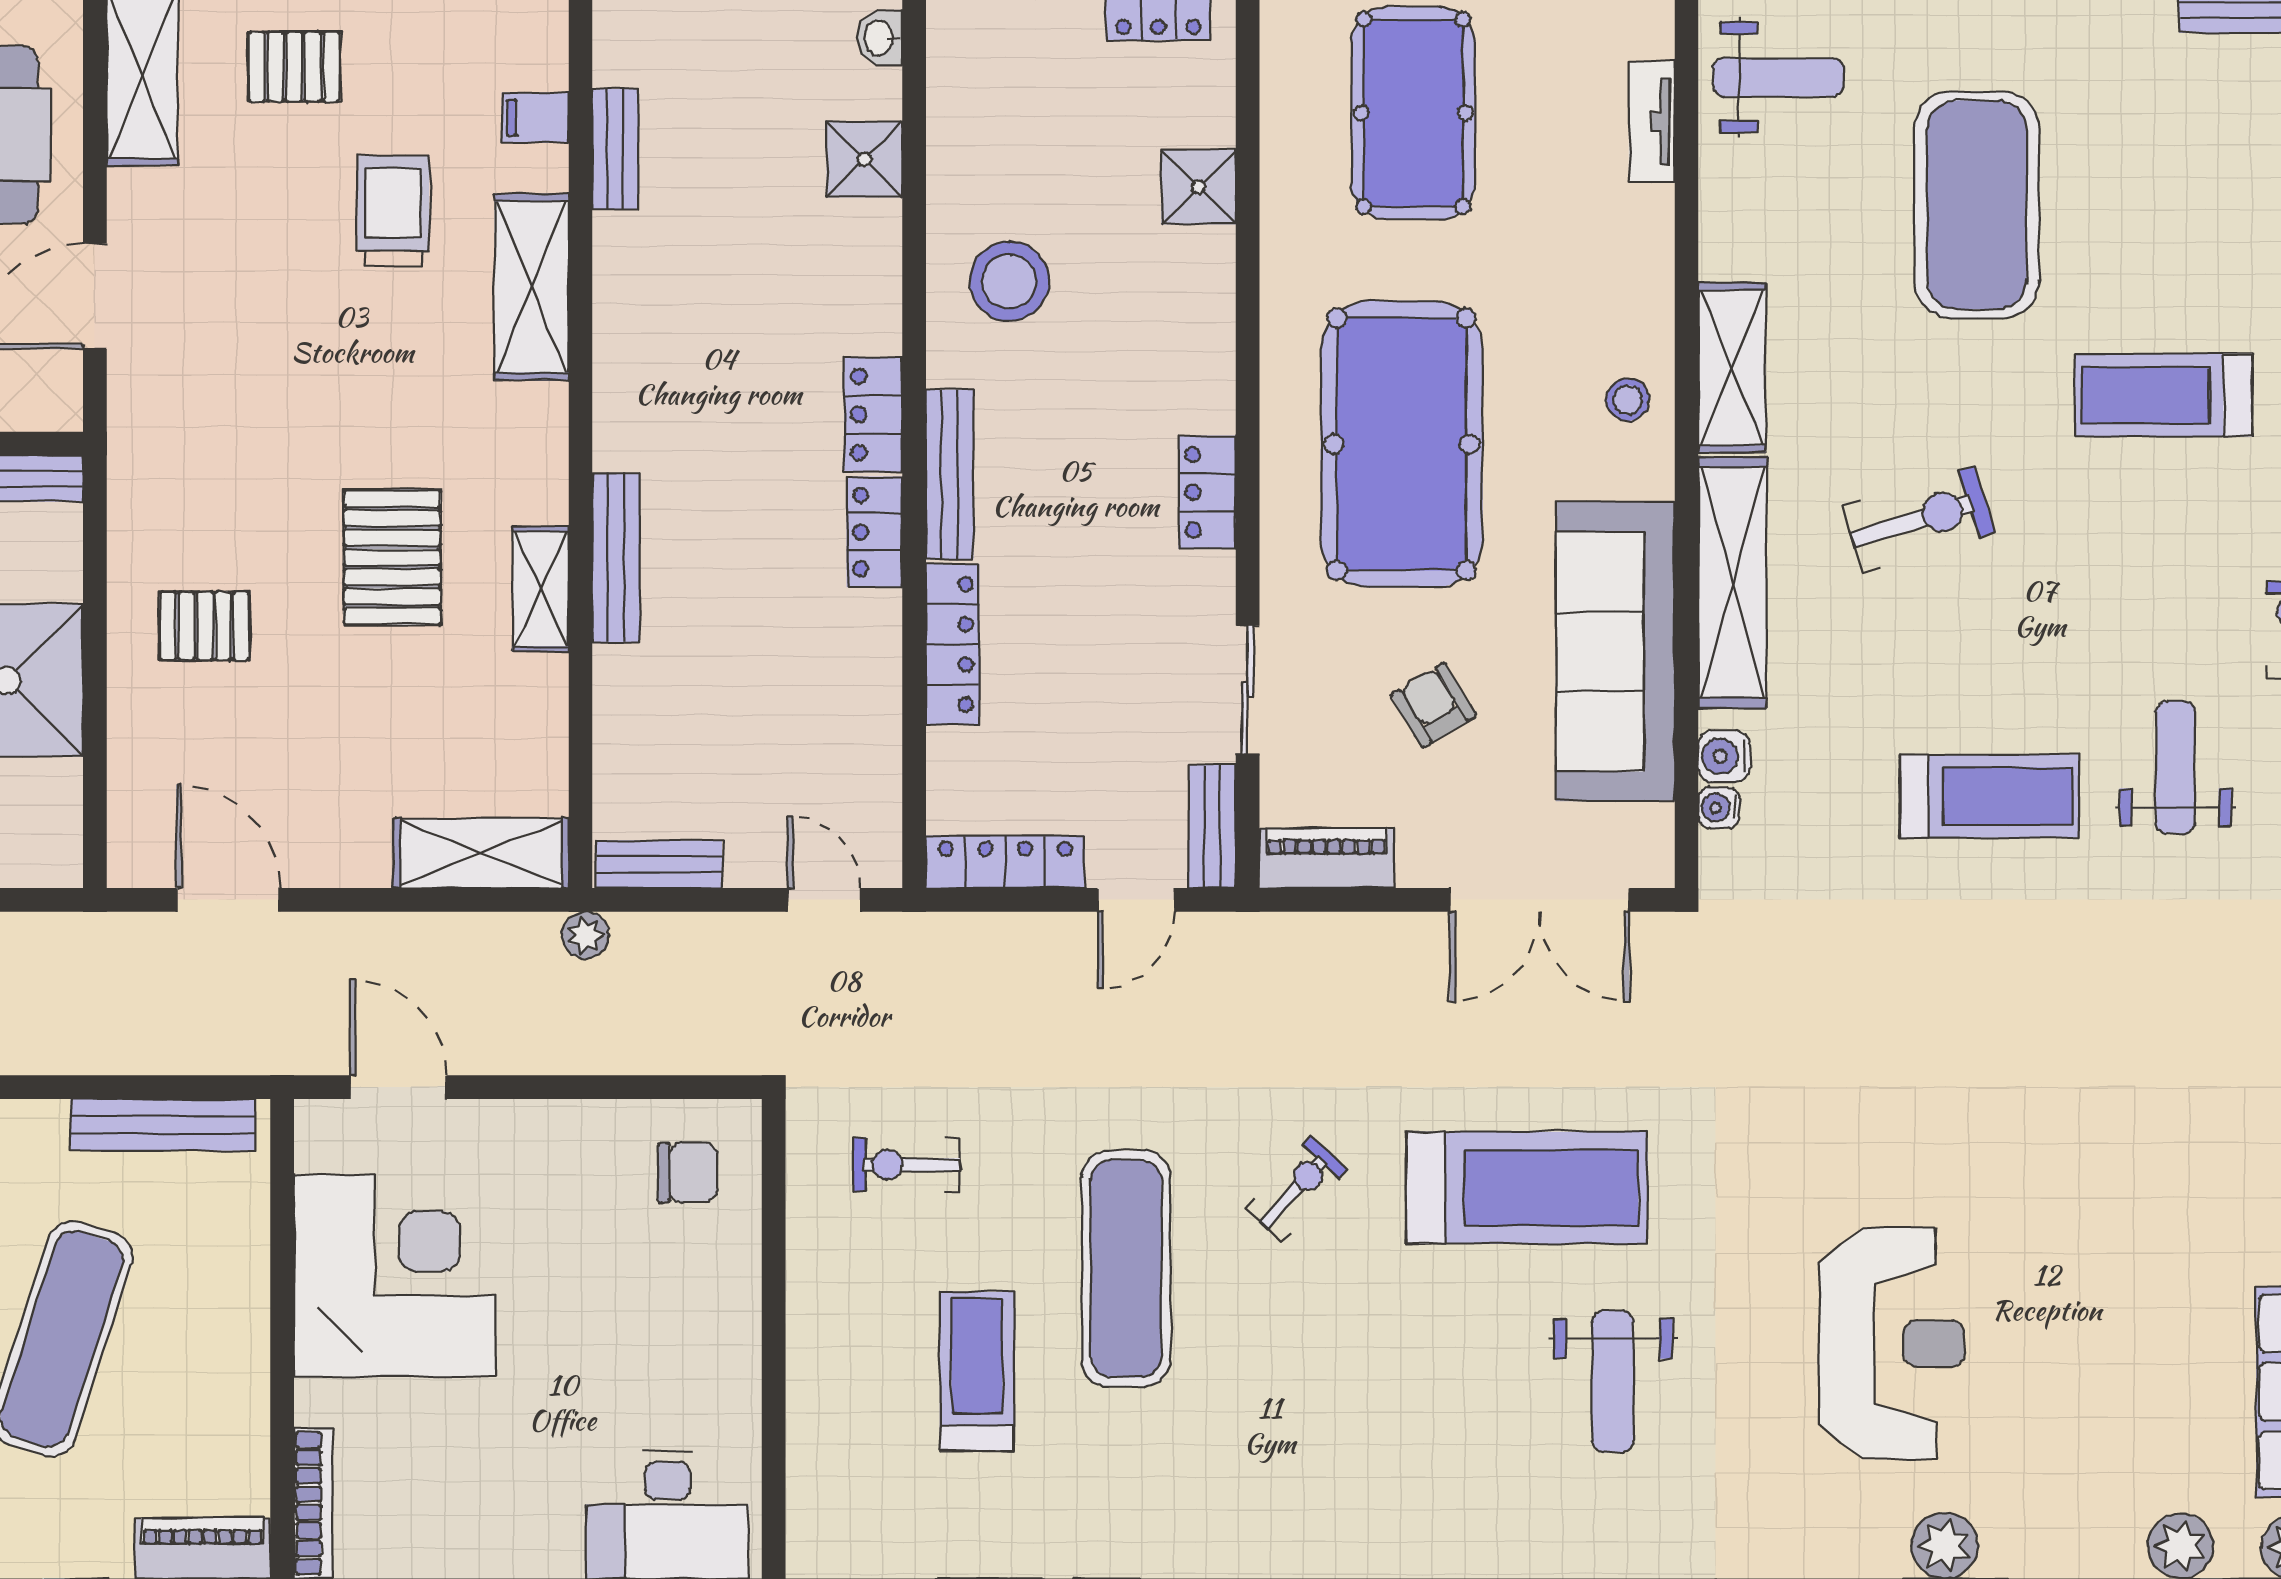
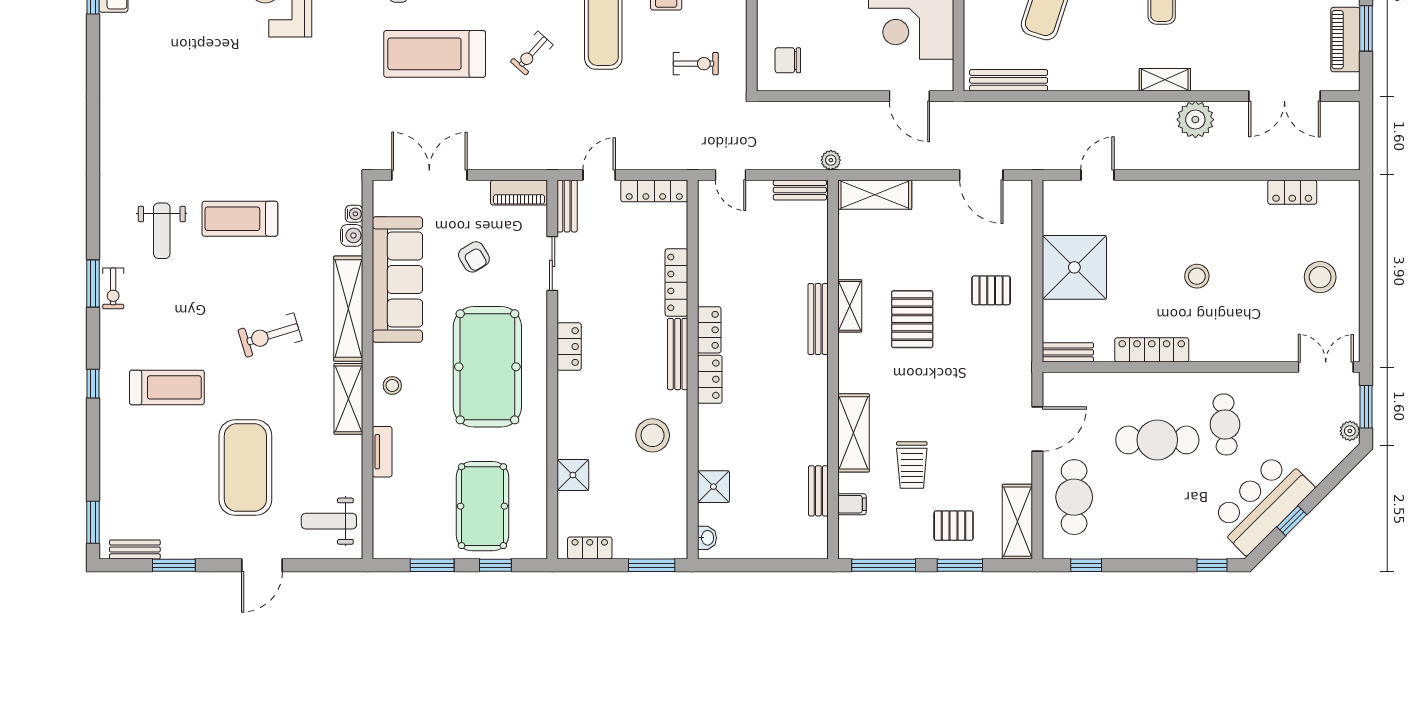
tv unit: (1652, 122) -> (382, 452), moved

